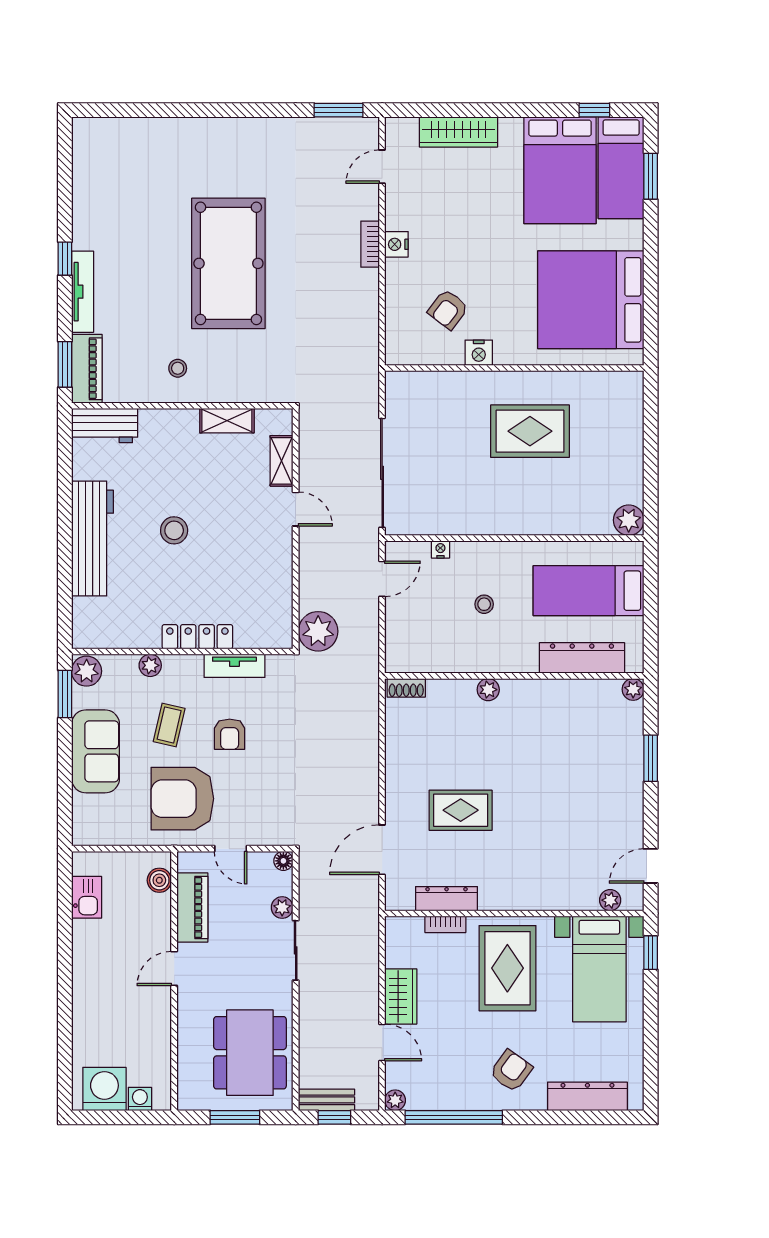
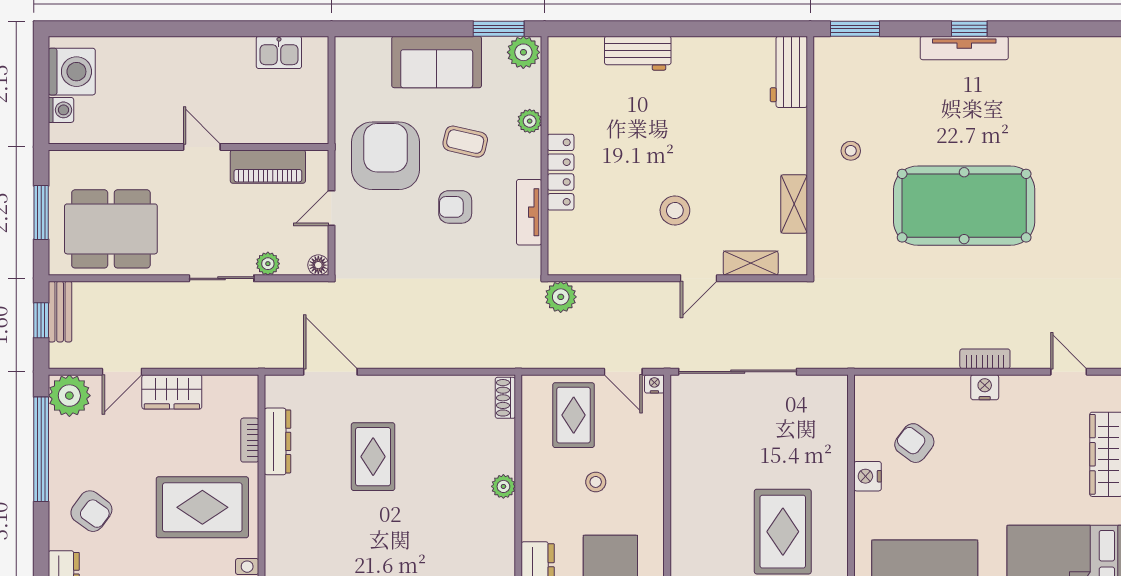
tv unit: (83, 292) -> (964, 48), moved
piano: (87, 369) -> (850, 53), removed
stool: (174, 530) -> (675, 211), moved
workbench: (92, 538) -> (638, 53), width x0.53, depth x0.76
nightstand: (440, 549) -> (654, 384), moved, turned -90
rug: (422, 625) -> (574, 415), added
plant: (318, 631) -> (561, 297), width x0.73, depth x0.73
boiler: (159, 880) -> (297, 131), removed
plant: (395, 1100) -> (69, 396), width x1.88, depth x1.88

